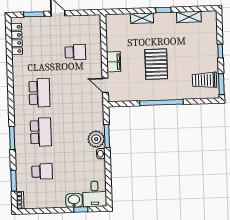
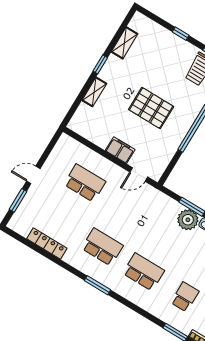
locker: (17, 39) -> (47, 243), moved
school desk: (75, 52) -> (85, 183), width x1.85
window: (12, 138) -> (98, 285), moved

